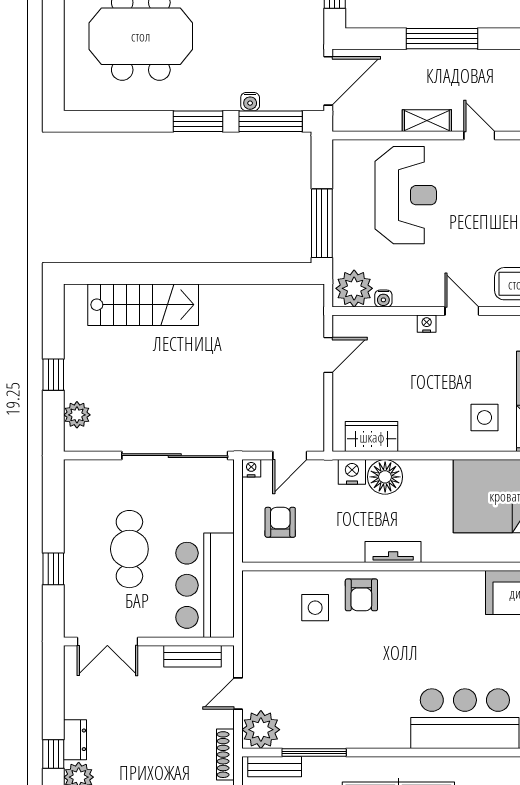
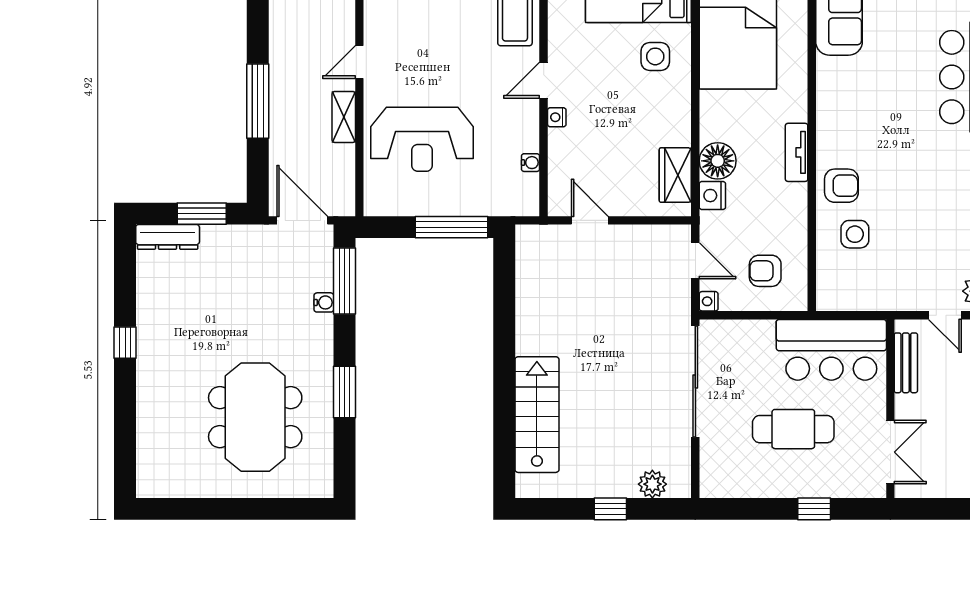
window: (198, 121) -> (344, 392), moved
reception desk: (406, 195) -> (422, 139), turned 180
plant: (354, 288) -> (520, 193), removed

